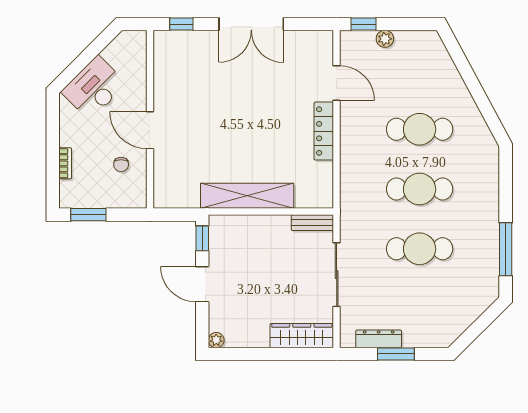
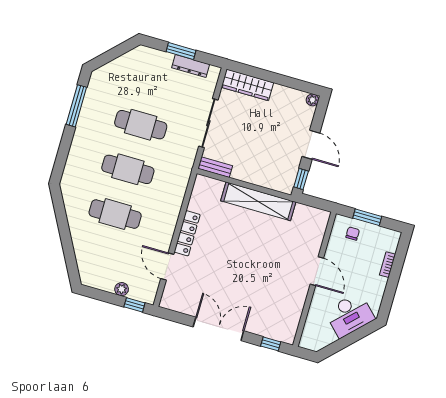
chair: (121, 165) -> (353, 234), moved
window: (88, 215) -> (367, 217), moved

